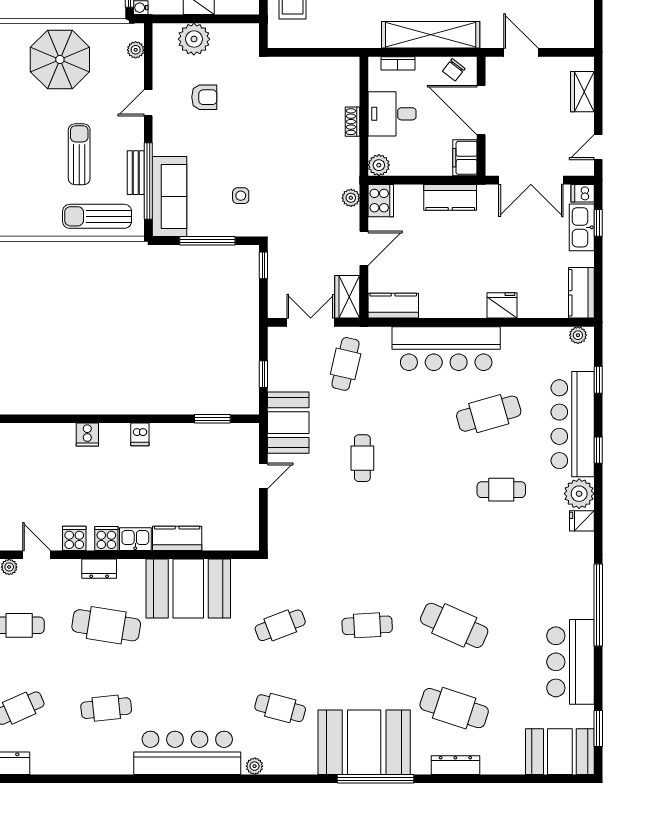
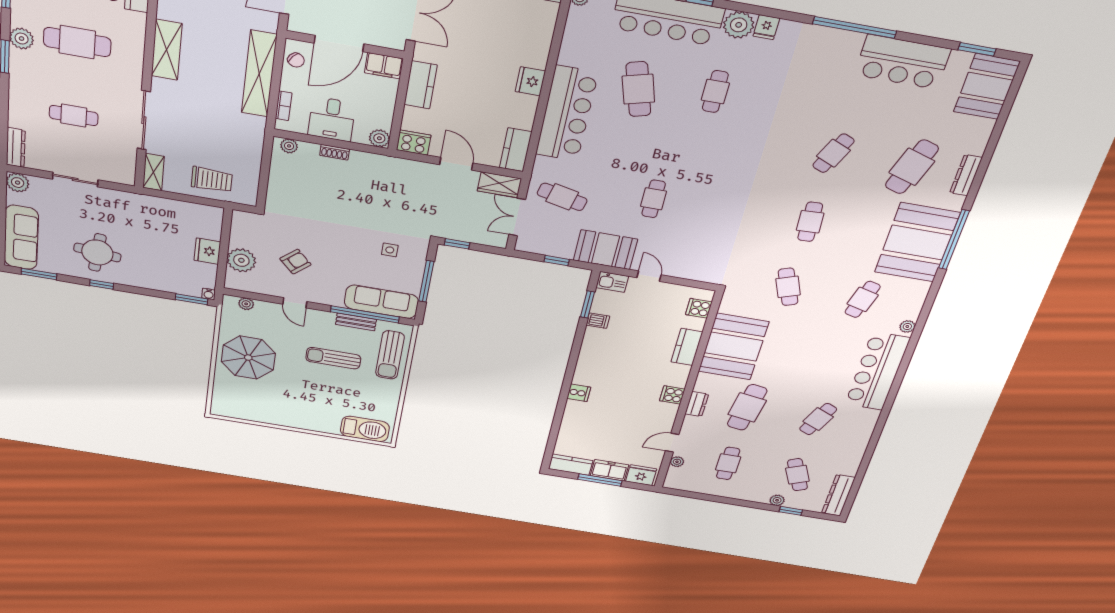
armchair: (204, 97) -> (295, 262), turned 47
plant: (351, 198) -> (289, 146), moved
fridge: (502, 305) -> (530, 81), moved
dishwasher: (140, 434) -> (598, 321), moved
cafe table: (362, 458) -> (654, 199), turned 90
cooker: (74, 538) -> (699, 308), moved
kitchen sink: (135, 539) -> (612, 282), moved, turned -90
cafe table: (454, 625) -> (833, 153), width x0.73, depth x0.74
cafe table: (106, 708) -> (818, 419), turned 30

